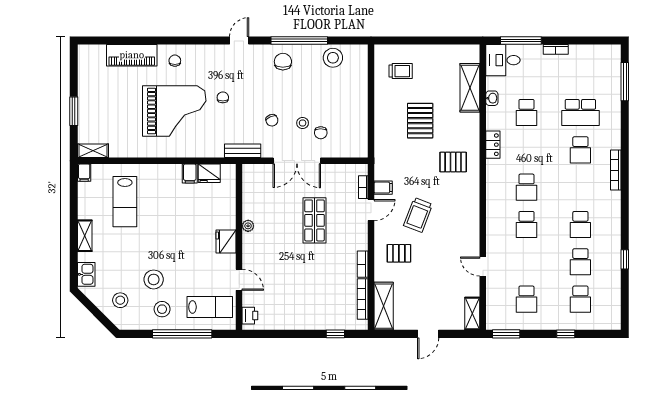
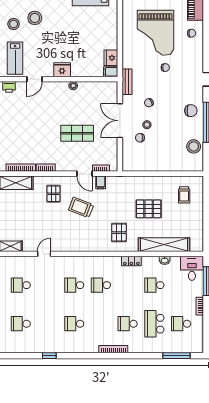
shelving: (470, 88) -> (164, 245), width x1.47
filing cabinet: (190, 174) -> (111, 72), moved
school desk: (580, 262) -> (181, 324), moved

